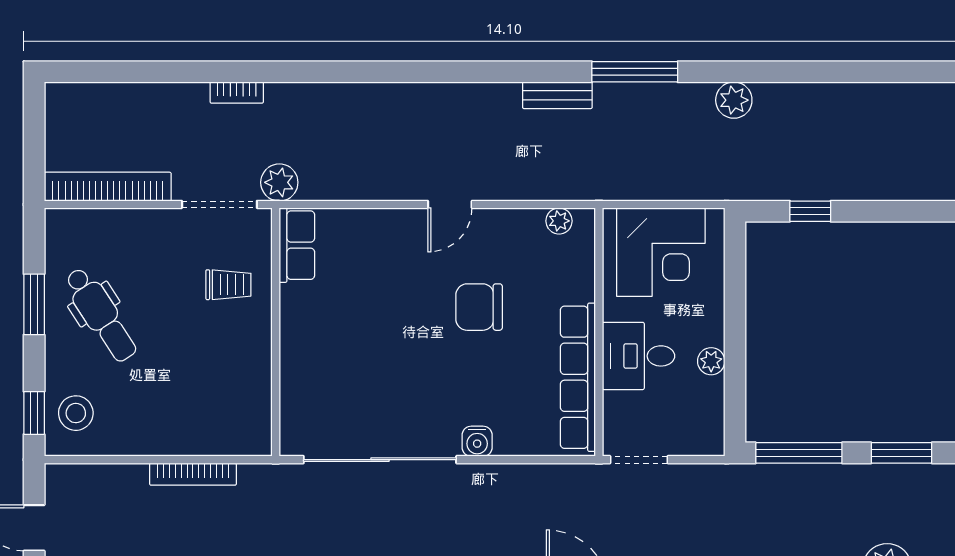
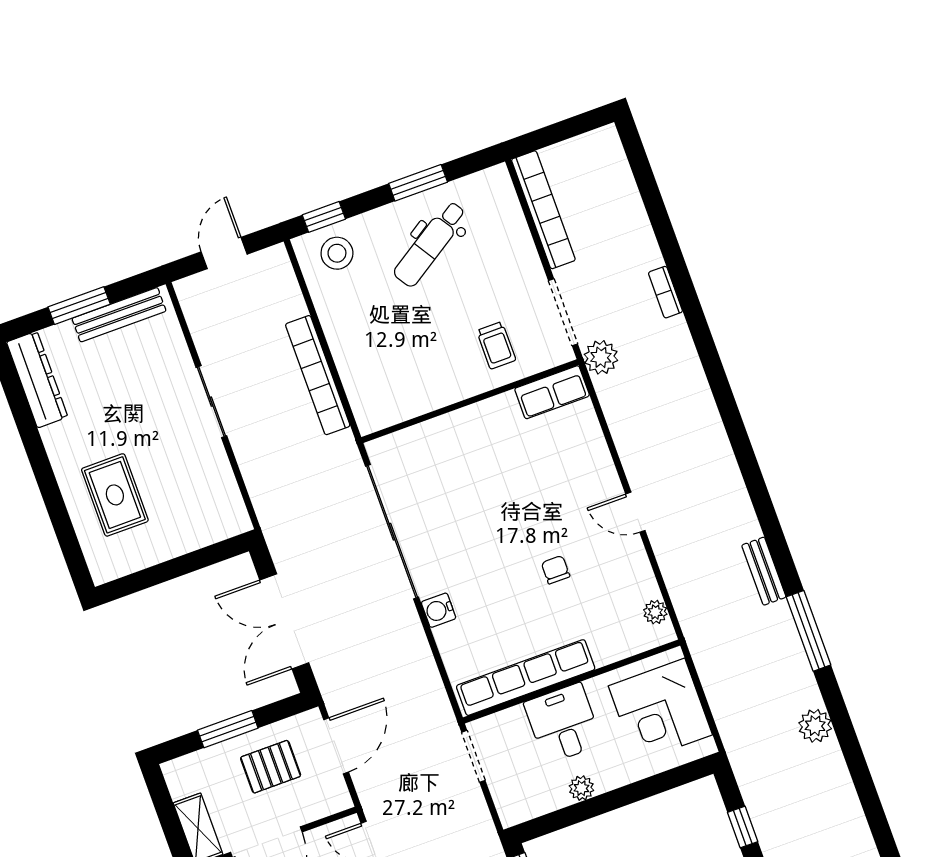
chair: (479, 307) -> (556, 570), width x0.54, depth x0.54
bookcase: (193, 474) -> (318, 375), width x1.48, depth x1.31

